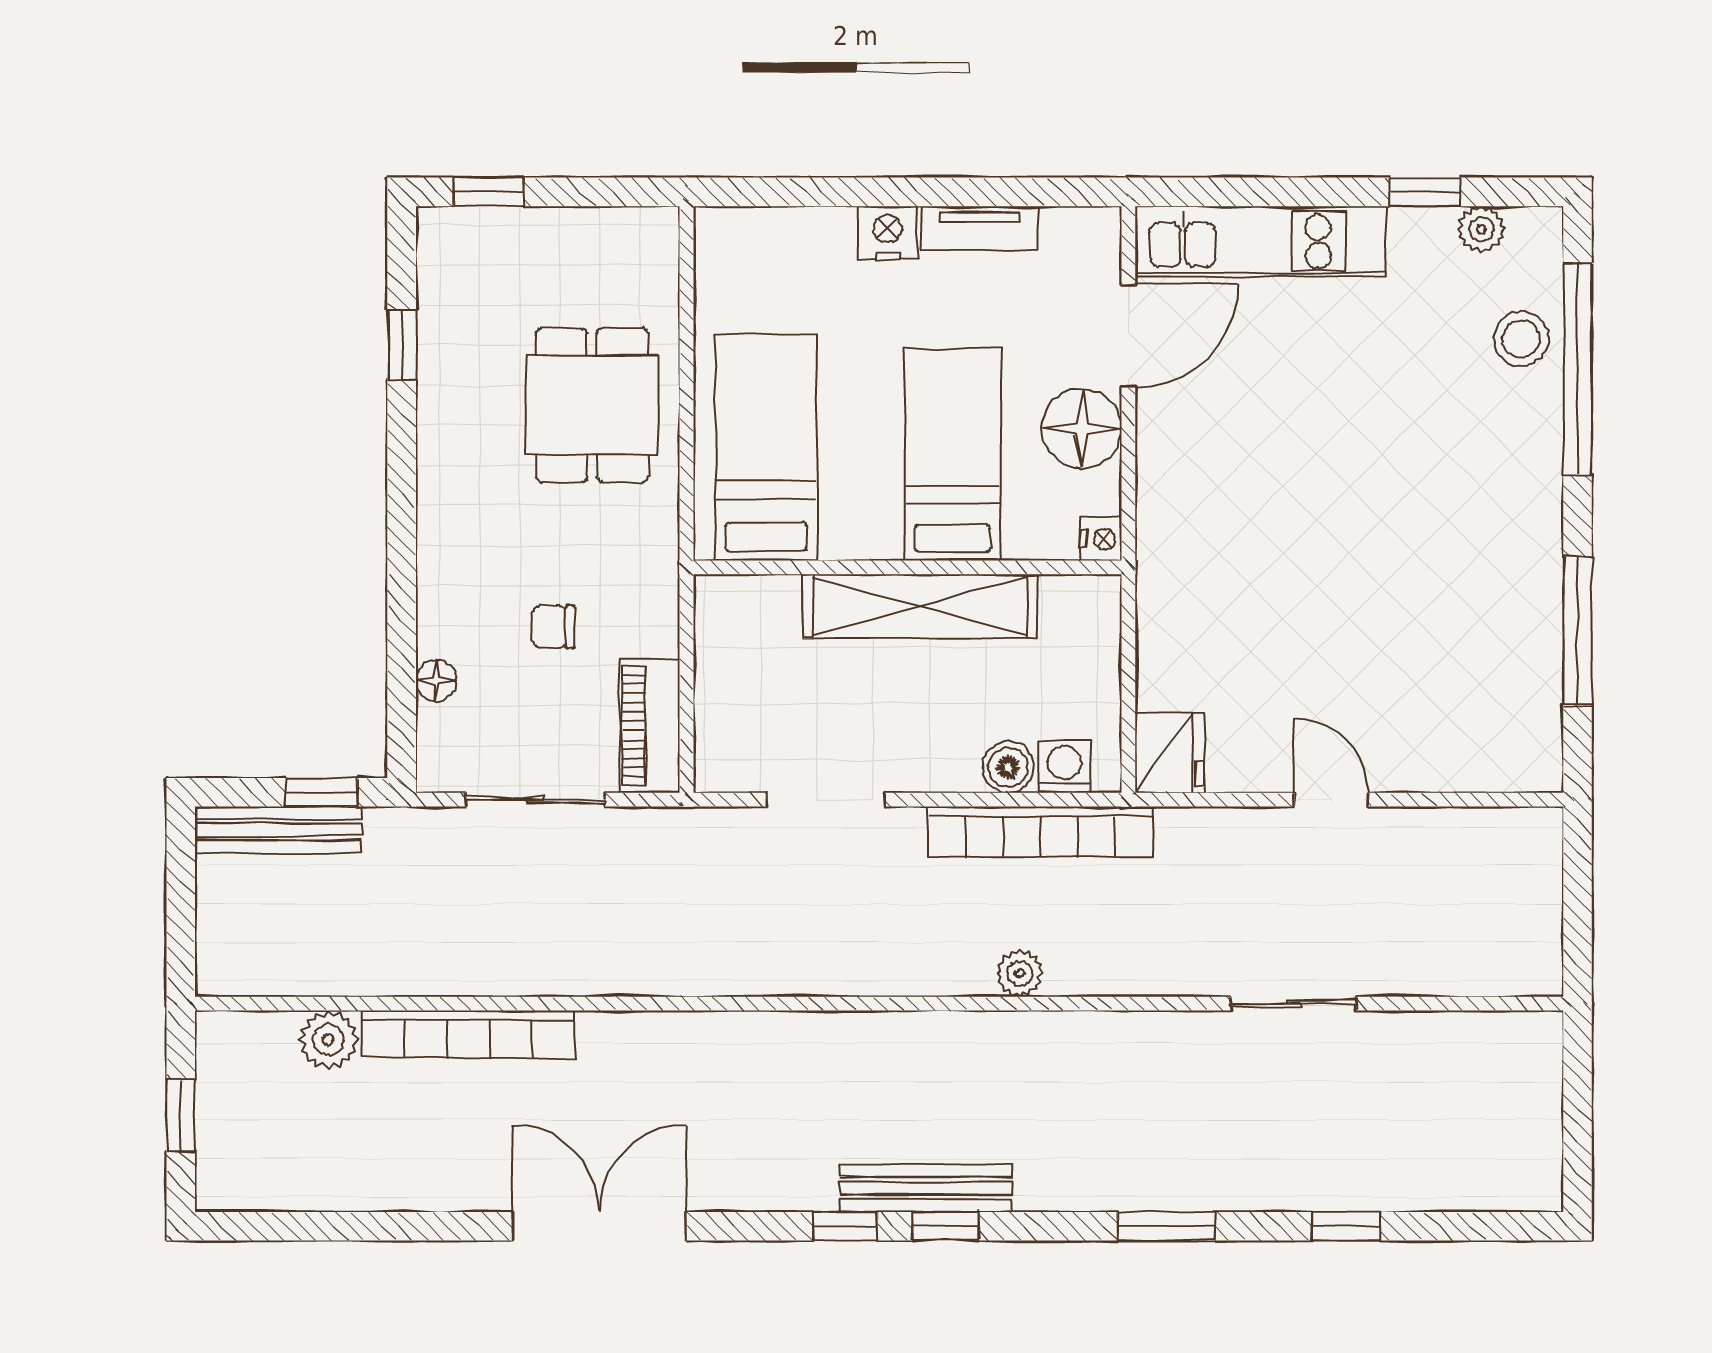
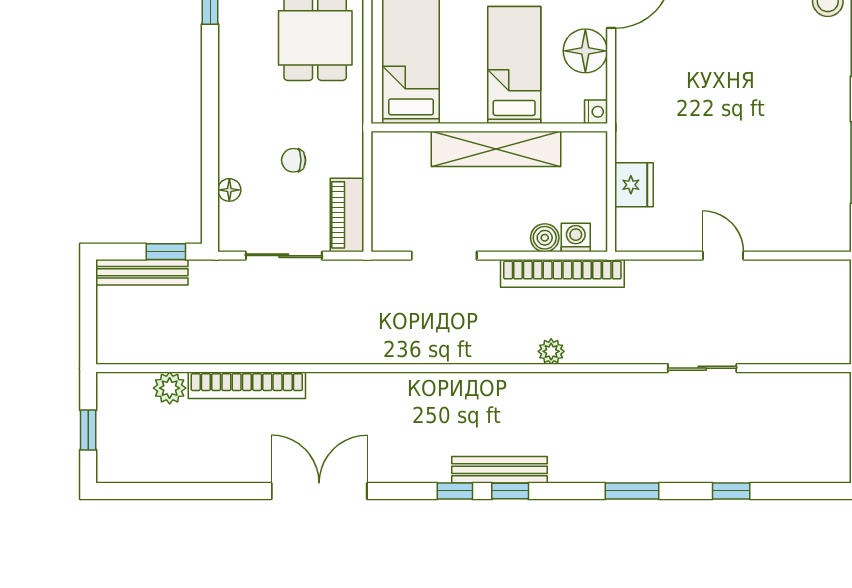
fridge: (1170, 753) -> (634, 185), moved

